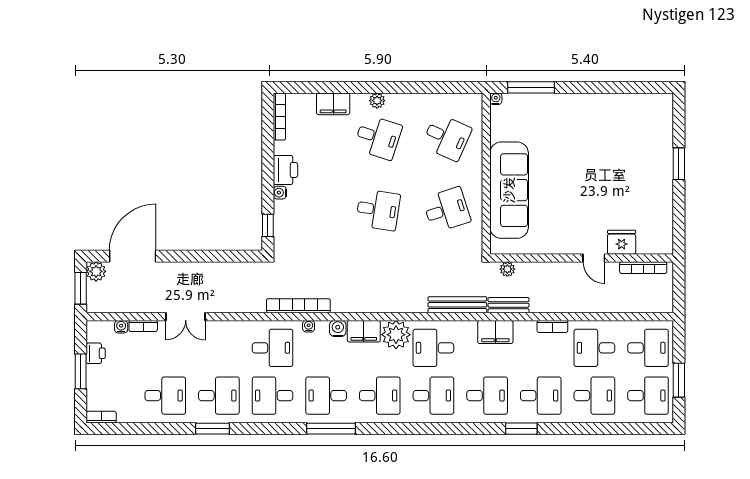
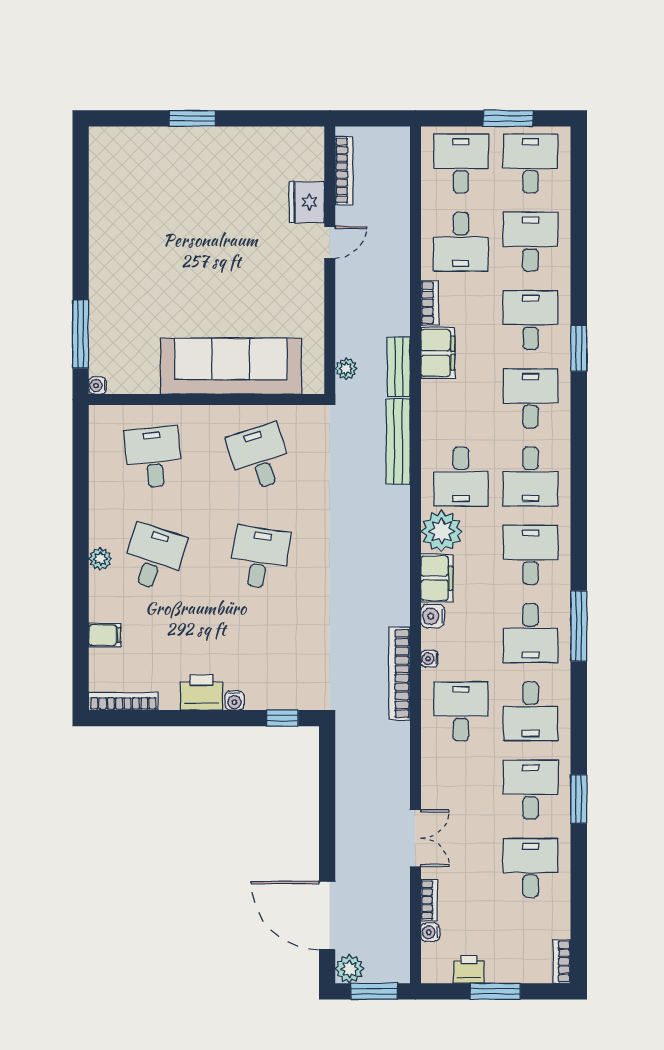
filing cabinet: (333, 104) -> (105, 635), width x0.50
desk: (447, 137) -> (154, 457), turned -30
filing cabinet: (495, 332) -> (438, 353), moved
desk: (433, 396) -> (531, 477), turned 180

